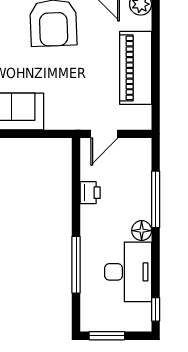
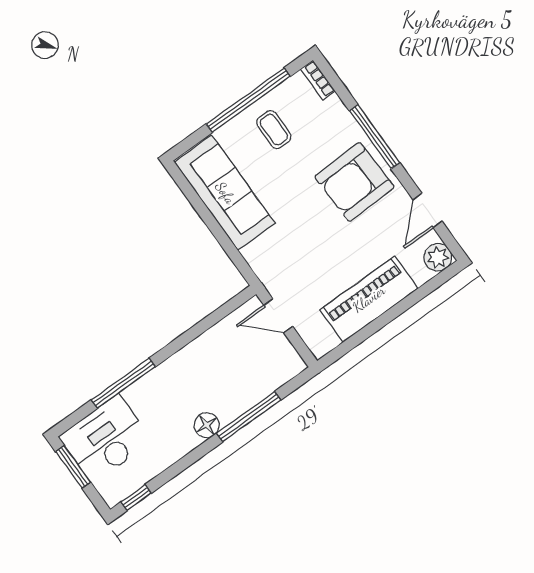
printer: (90, 193) -> (207, 345), removed
desk: (128, 272) -> (106, 439), moved, turned 180

